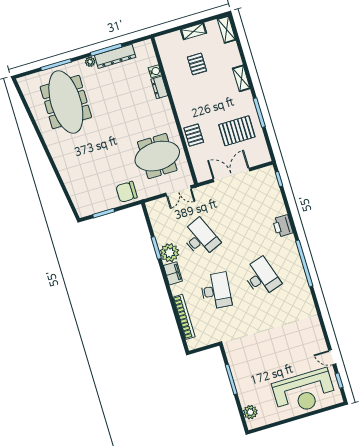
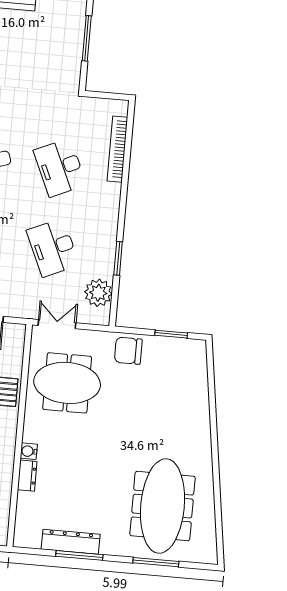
plant: (90, 62) -> (108, 548), removed
water cooler: (155, 71) -> (29, 451), moved
chair: (127, 192) -> (128, 351), turned 180
plant: (170, 253) -> (98, 293), moved
filing cabinet: (173, 273) -> (109, 215), removed
desk: (216, 291) -> (60, 168), turned -30

